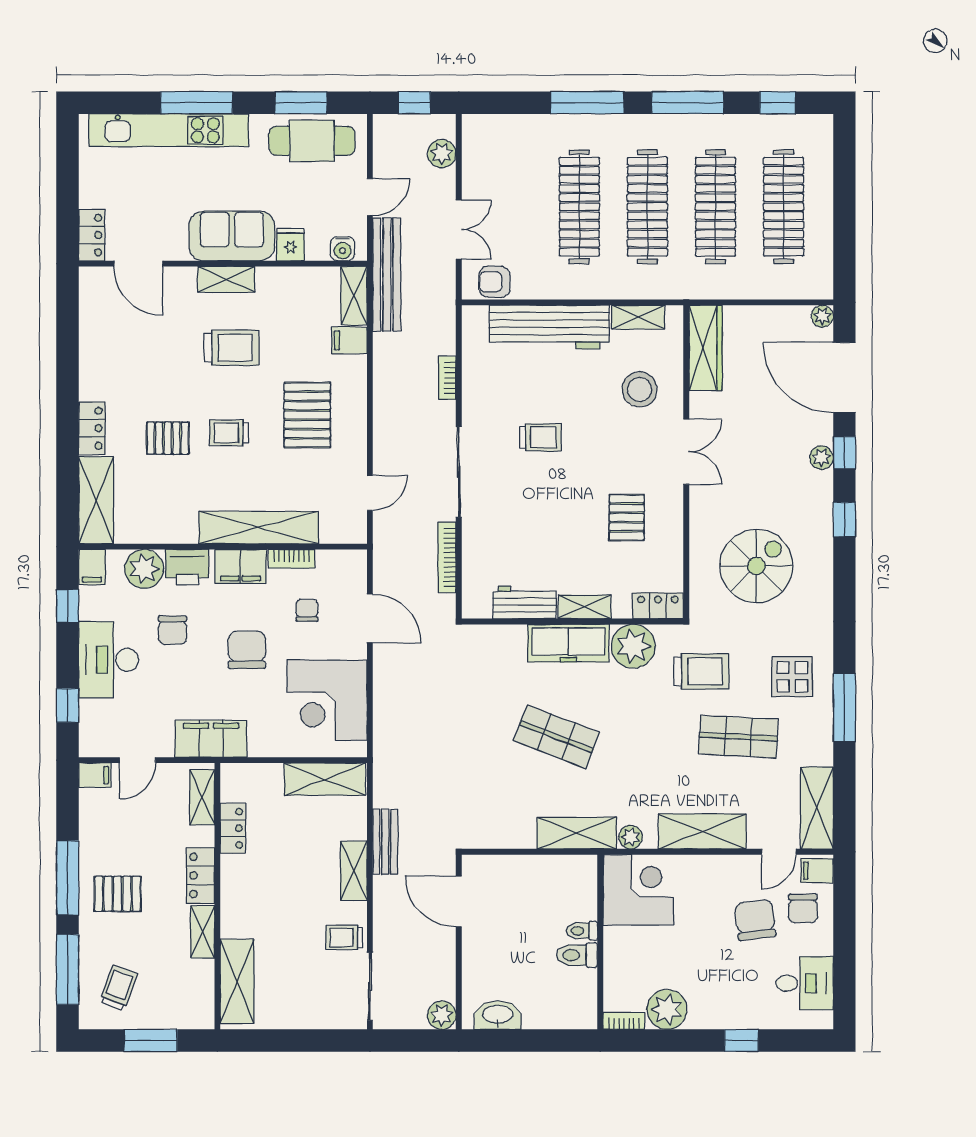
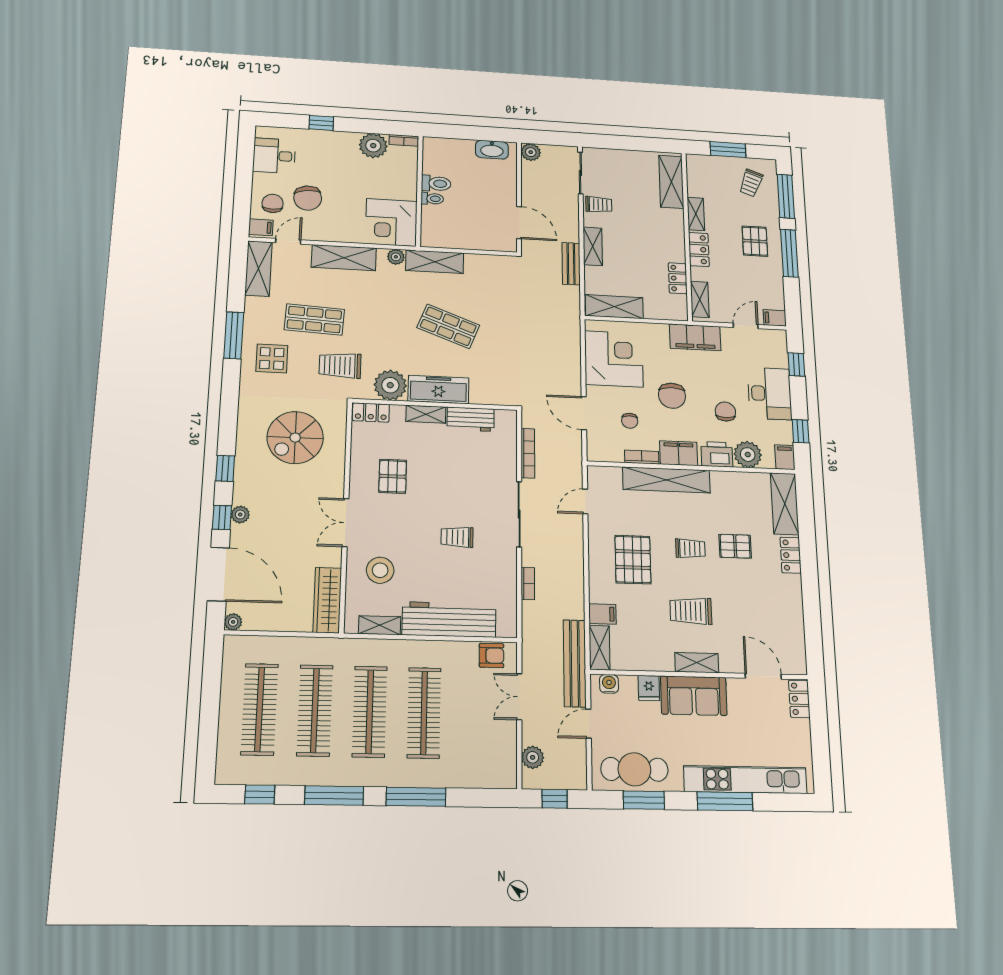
pallet: (118, 894) -> (755, 241), turned 90

